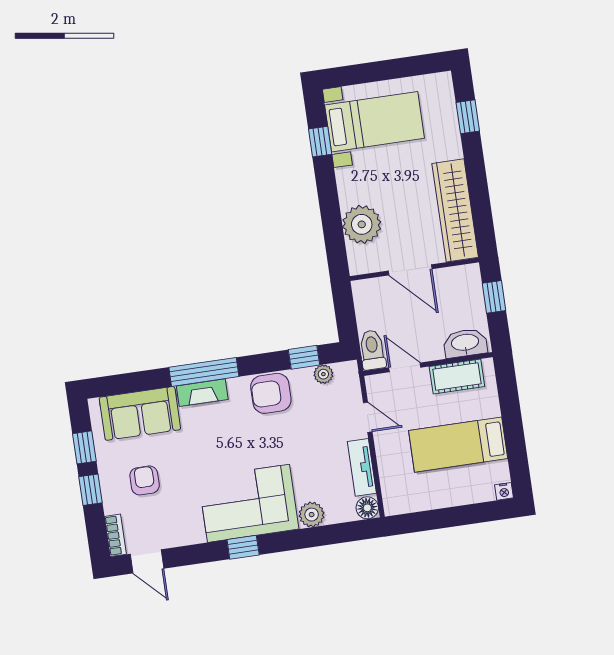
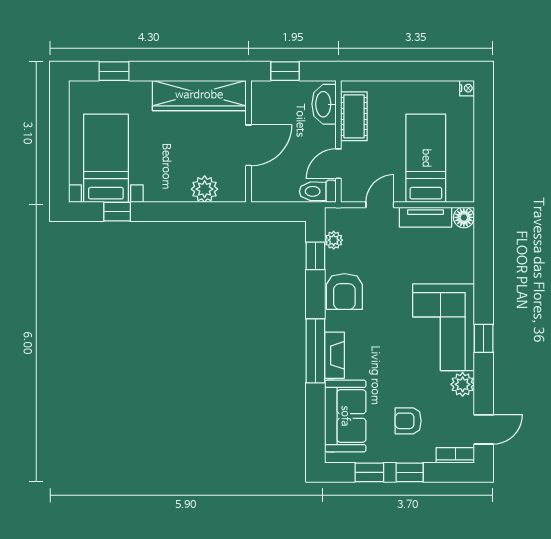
plant: (362, 224) -> (205, 189), width x0.73, depth x0.73
bed: (458, 445) -> (426, 158), moved, turned 180
plant: (312, 515) -> (463, 384), moved

